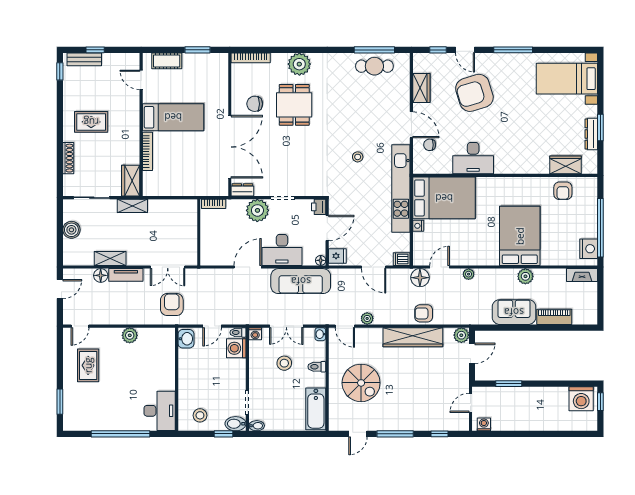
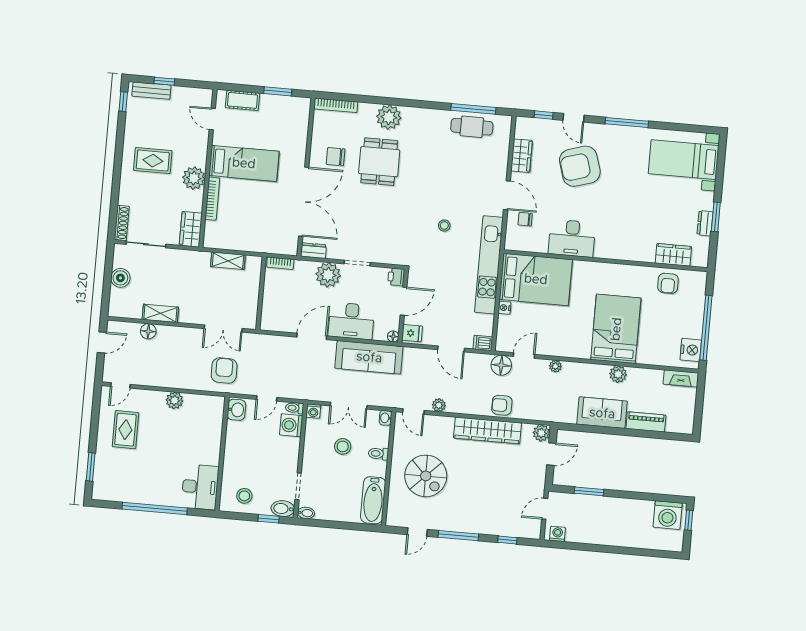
plant: (129, 134) -> (194, 178), added
dresser: (591, 134) -> (705, 223), width x0.70
shoe rack: (68, 158) -> (122, 223), moved
shelving: (132, 206) -> (228, 261), moved
tv unit: (126, 275) -> (176, 333), removed

